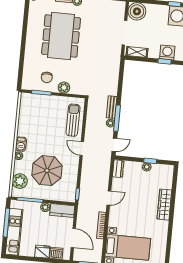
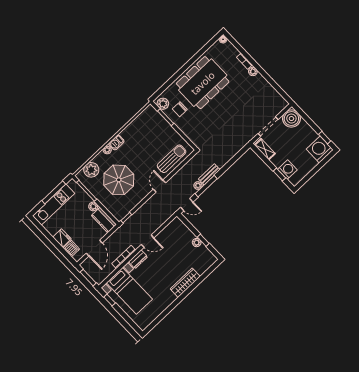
dining table: (61, 36) -> (203, 83), moved
plant: (64, 88) -> (163, 104), moved
dresser: (118, 169) -> (138, 259), moved

